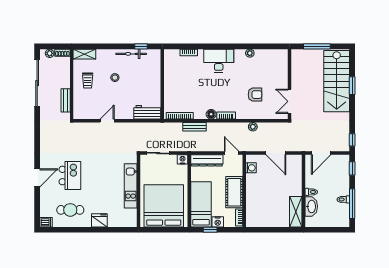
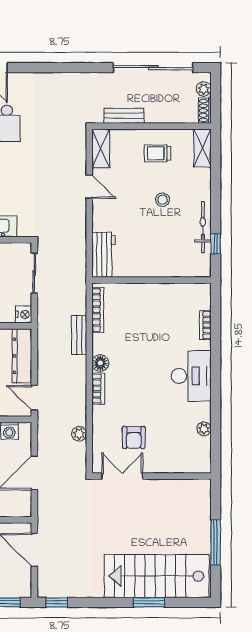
wall: (290, 84) -> (152, 476), moved
double door: (290, 101) -> (122, 476), moved
shelving: (85, 114) -> (101, 148), added
door: (232, 153) -> (34, 398), swing flipped

